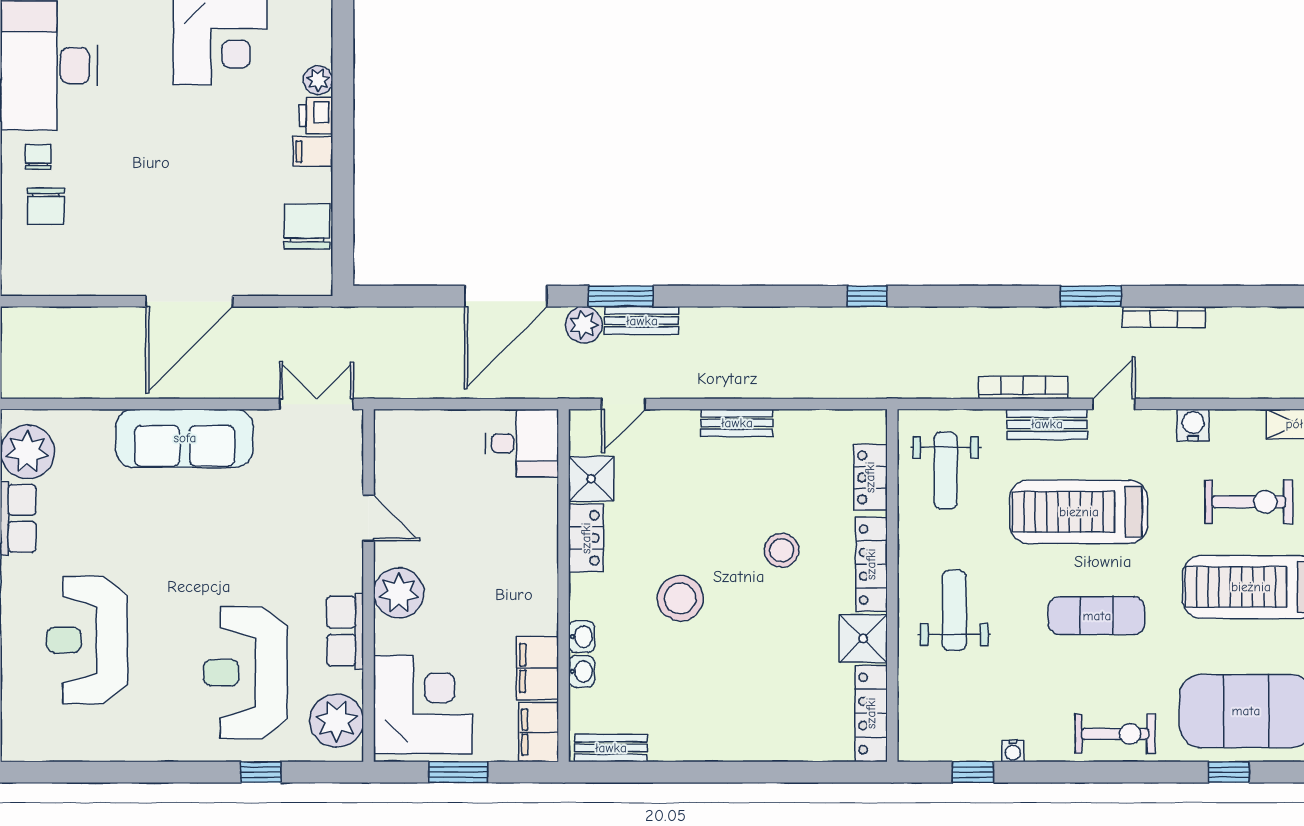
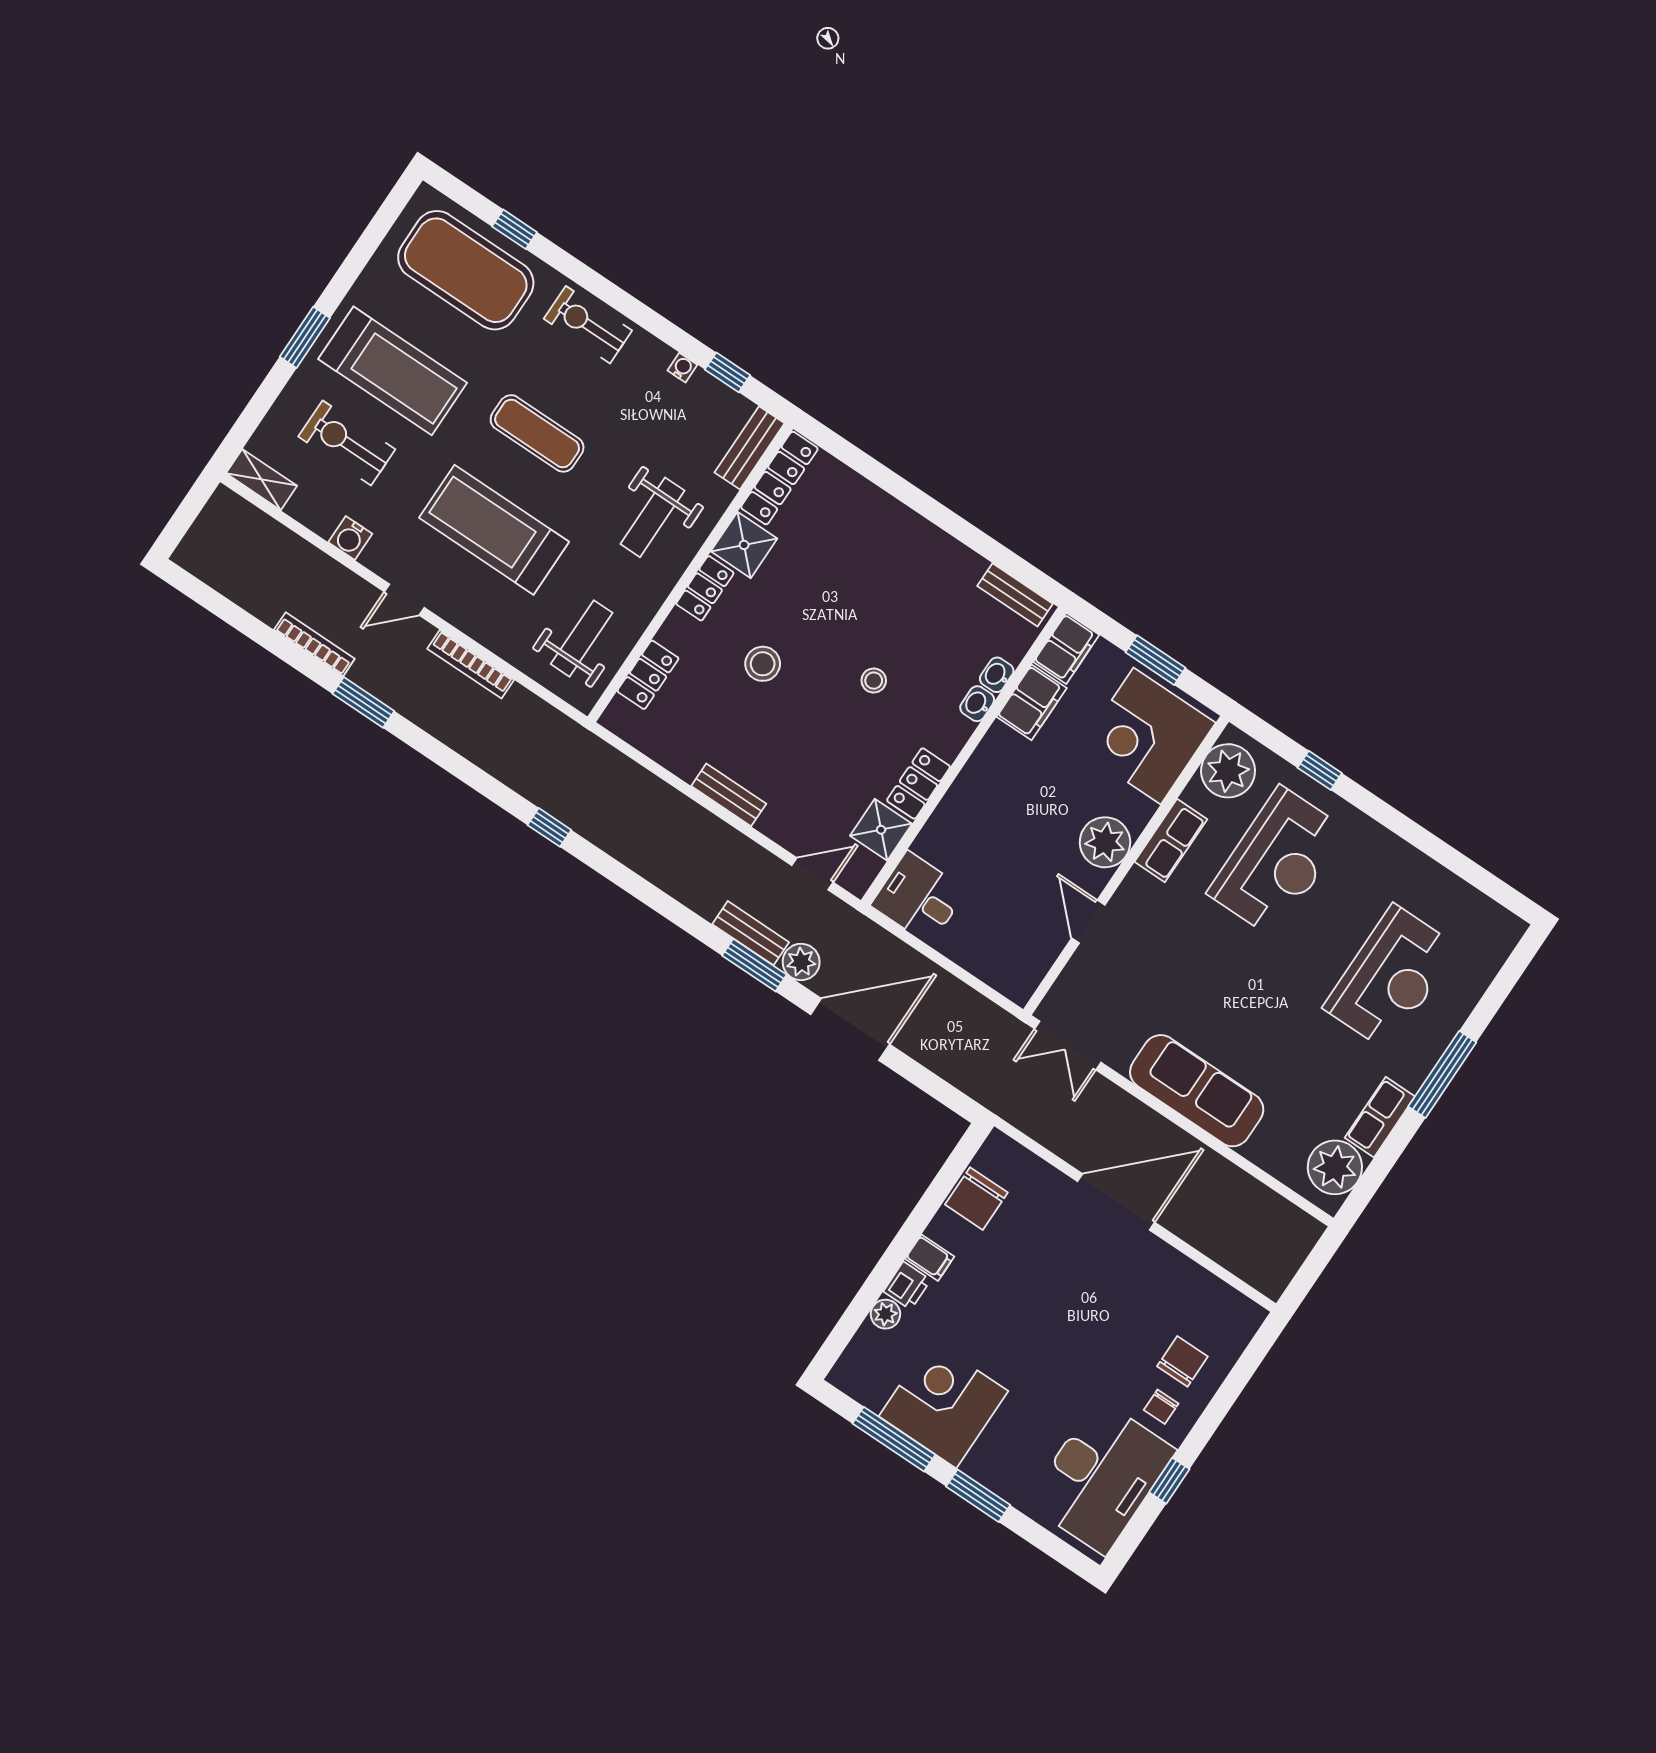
bench: (1047, 424) -> (749, 448), moved, turned 90
treadmill: (1079, 512) -> (494, 530), turned 180
locker: (871, 564) -> (705, 588), width x0.66
stool: (680, 598) -> (874, 681), width x0.53, depth x0.53

